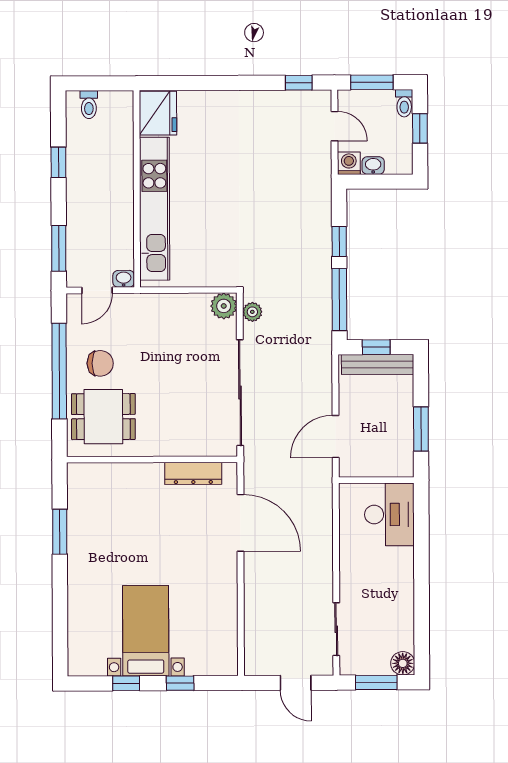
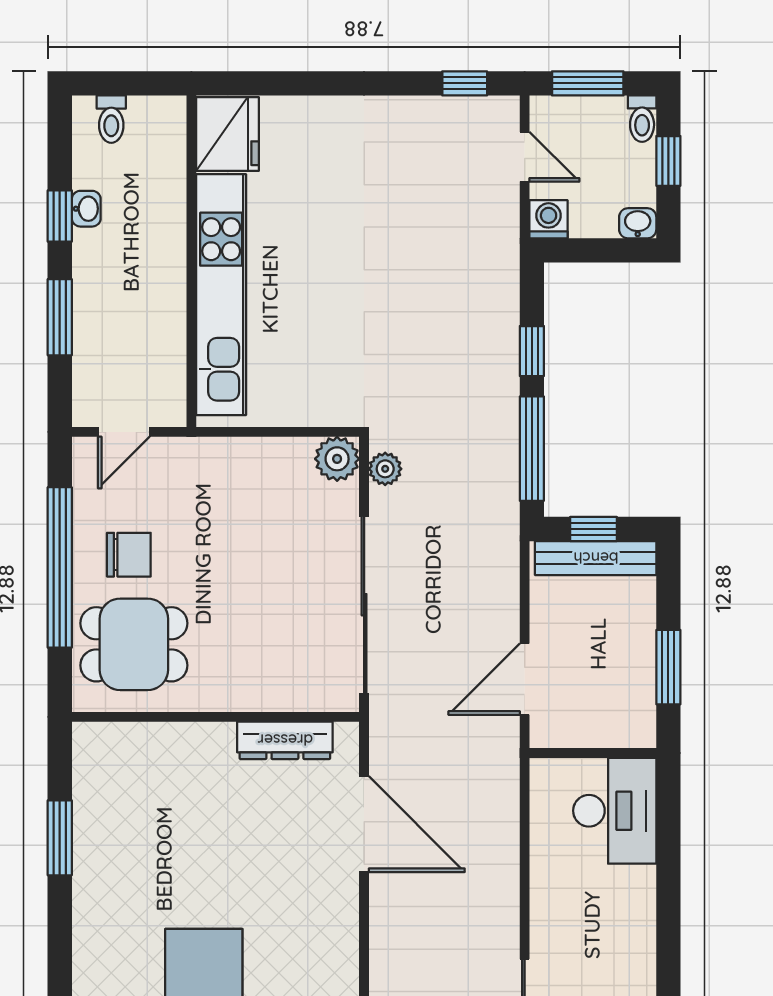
washbasin: (373, 166) -> (638, 223), moved
window: (59, 248) -> (60, 317), moved
washbasin: (124, 279) -> (86, 209), moved, turned 90

